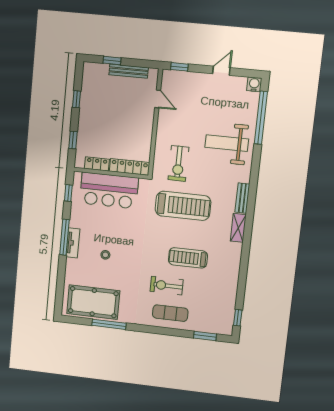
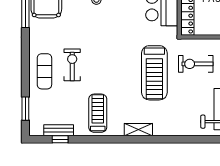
bench: (242, 198) -> (59, 130), moved
treadmill: (188, 258) -> (98, 113), moved
window: (238, 318) -> (60, 139), moved

